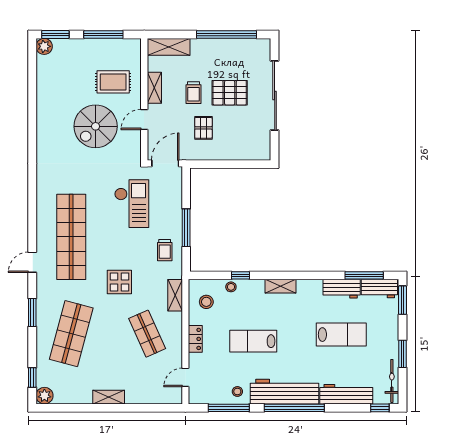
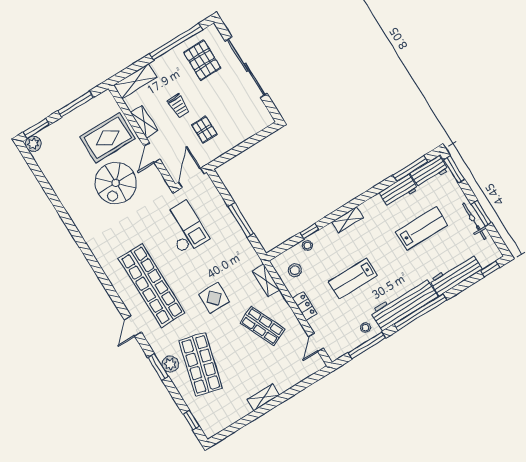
rug: (113, 82) -> (108, 138), width x1.36, depth x1.43
pallet: (230, 93) -> (202, 60), moved, turned 90
trolley: (165, 250) -> (235, 249), removed
bicycle: (392, 381) -> (474, 221), moved
plant: (44, 396) -> (170, 364), moved

